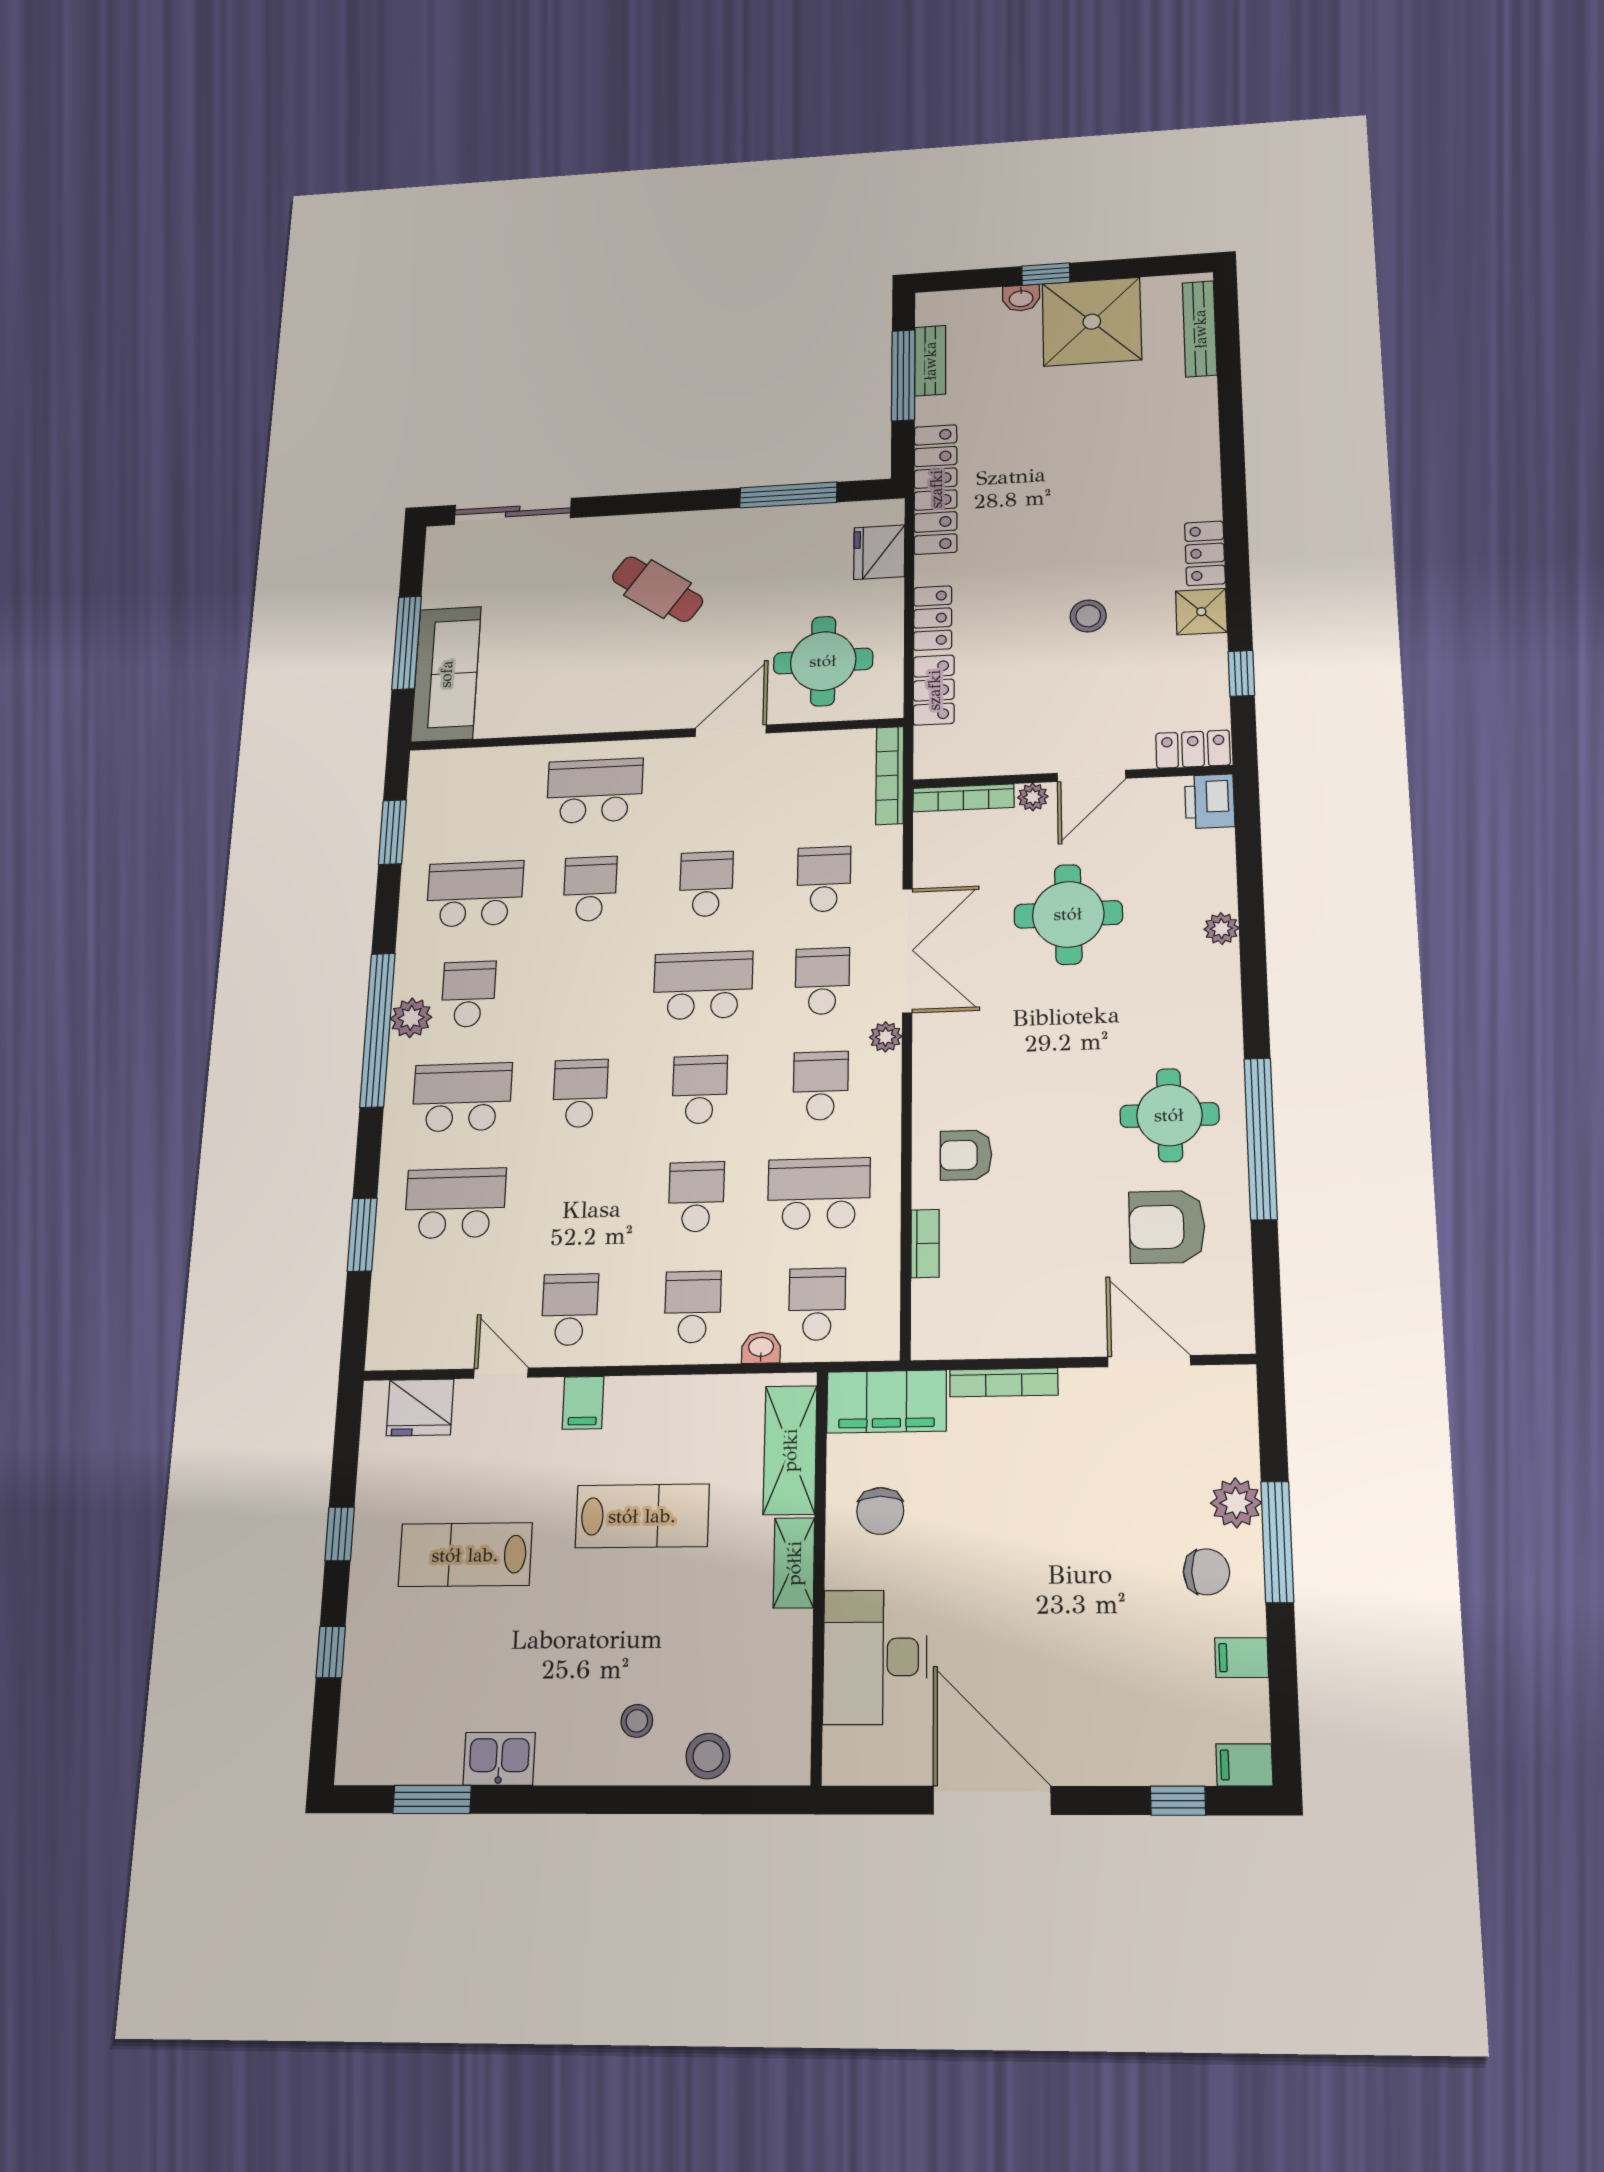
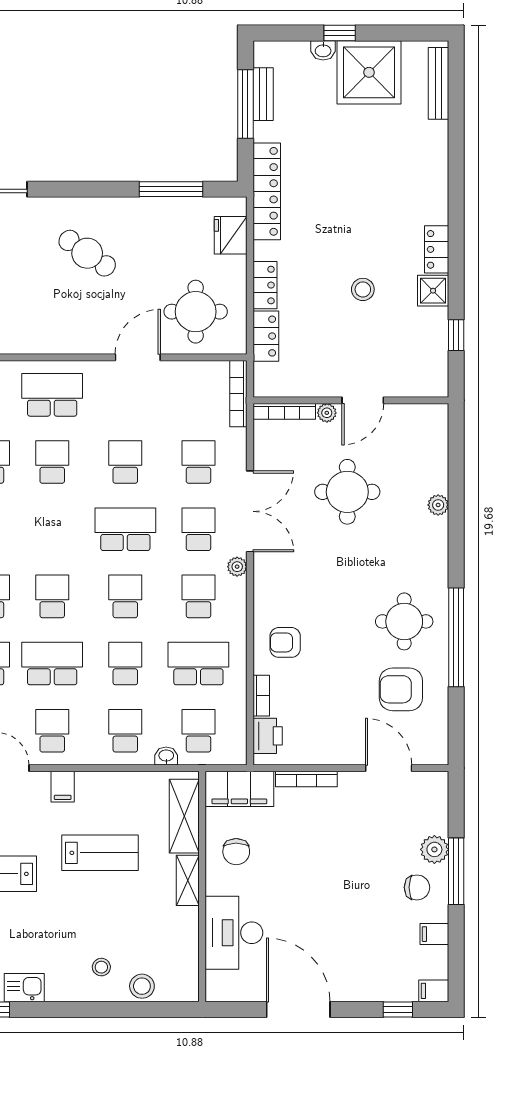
locker: (1193, 749) -> (425, 385), removed
printer: (1210, 801) -> (268, 736), moved, turned 180
school desk: (575, 1200) -> (52, 664), added

